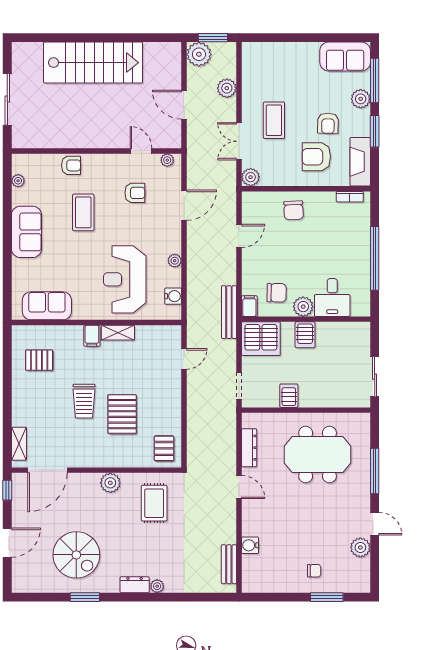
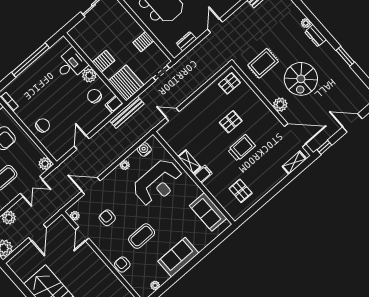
door: (239, 236) -> (82, 142), hinge flipped
pallet: (122, 414) -> (231, 122), width x0.67, depth x0.71
dresser: (249, 448) -> (186, 41), width x0.70
plant: (110, 483) -> (280, 105), moved
spiral stairs: (76, 555) -> (301, 79), moved, turned 180

